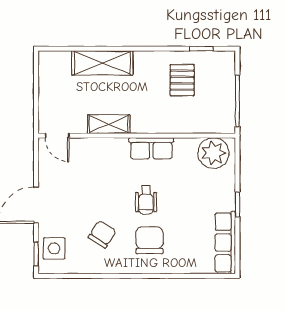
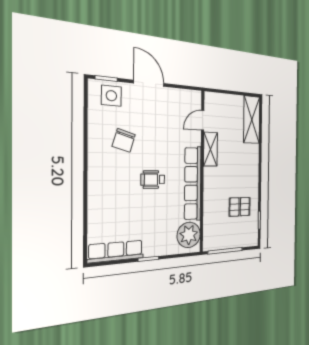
shelving: (102, 63) -> (252, 120), moved
door: (57, 136) -> (203, 120), moved
row of seats: (151, 148) -> (193, 184), width x2.02
chair: (102, 234) -> (124, 140), turned 74
chair: (150, 240) -> (118, 183), removed

